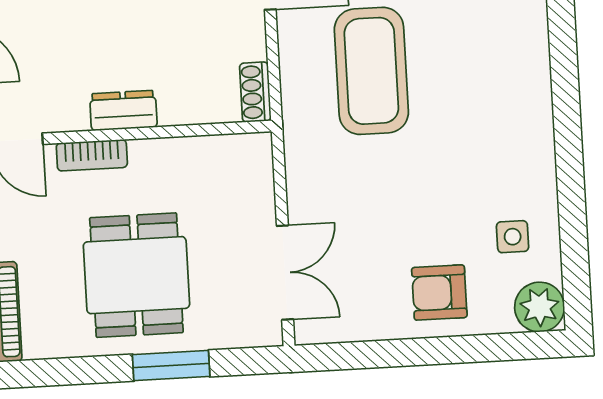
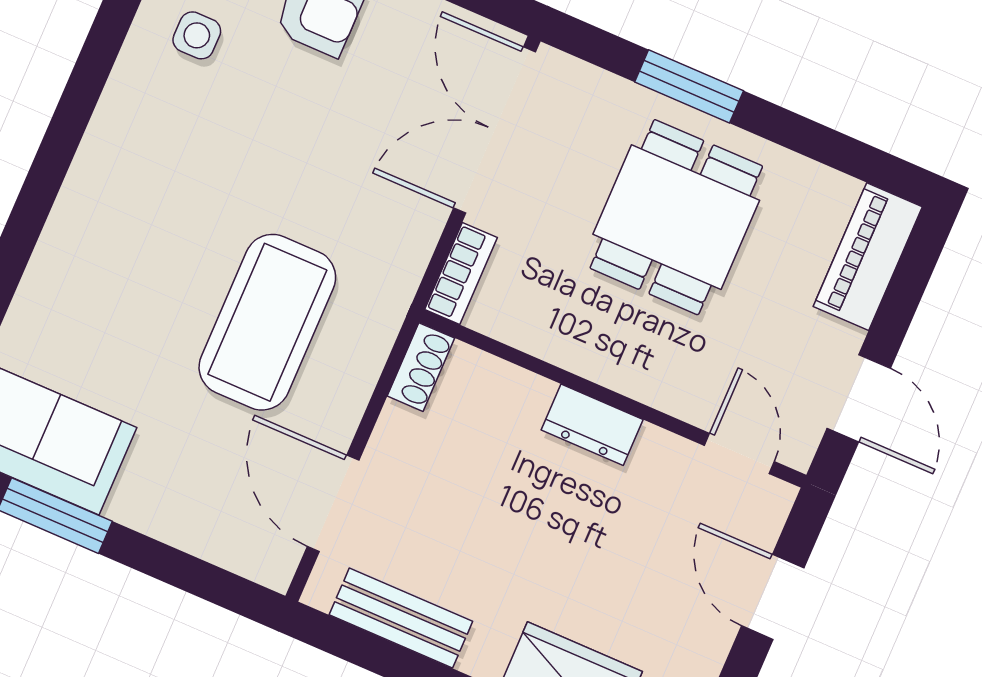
bookcase: (92, 155) -> (461, 273), moved, turned 90
double door: (285, 273) -> (495, 130), width x1.37

